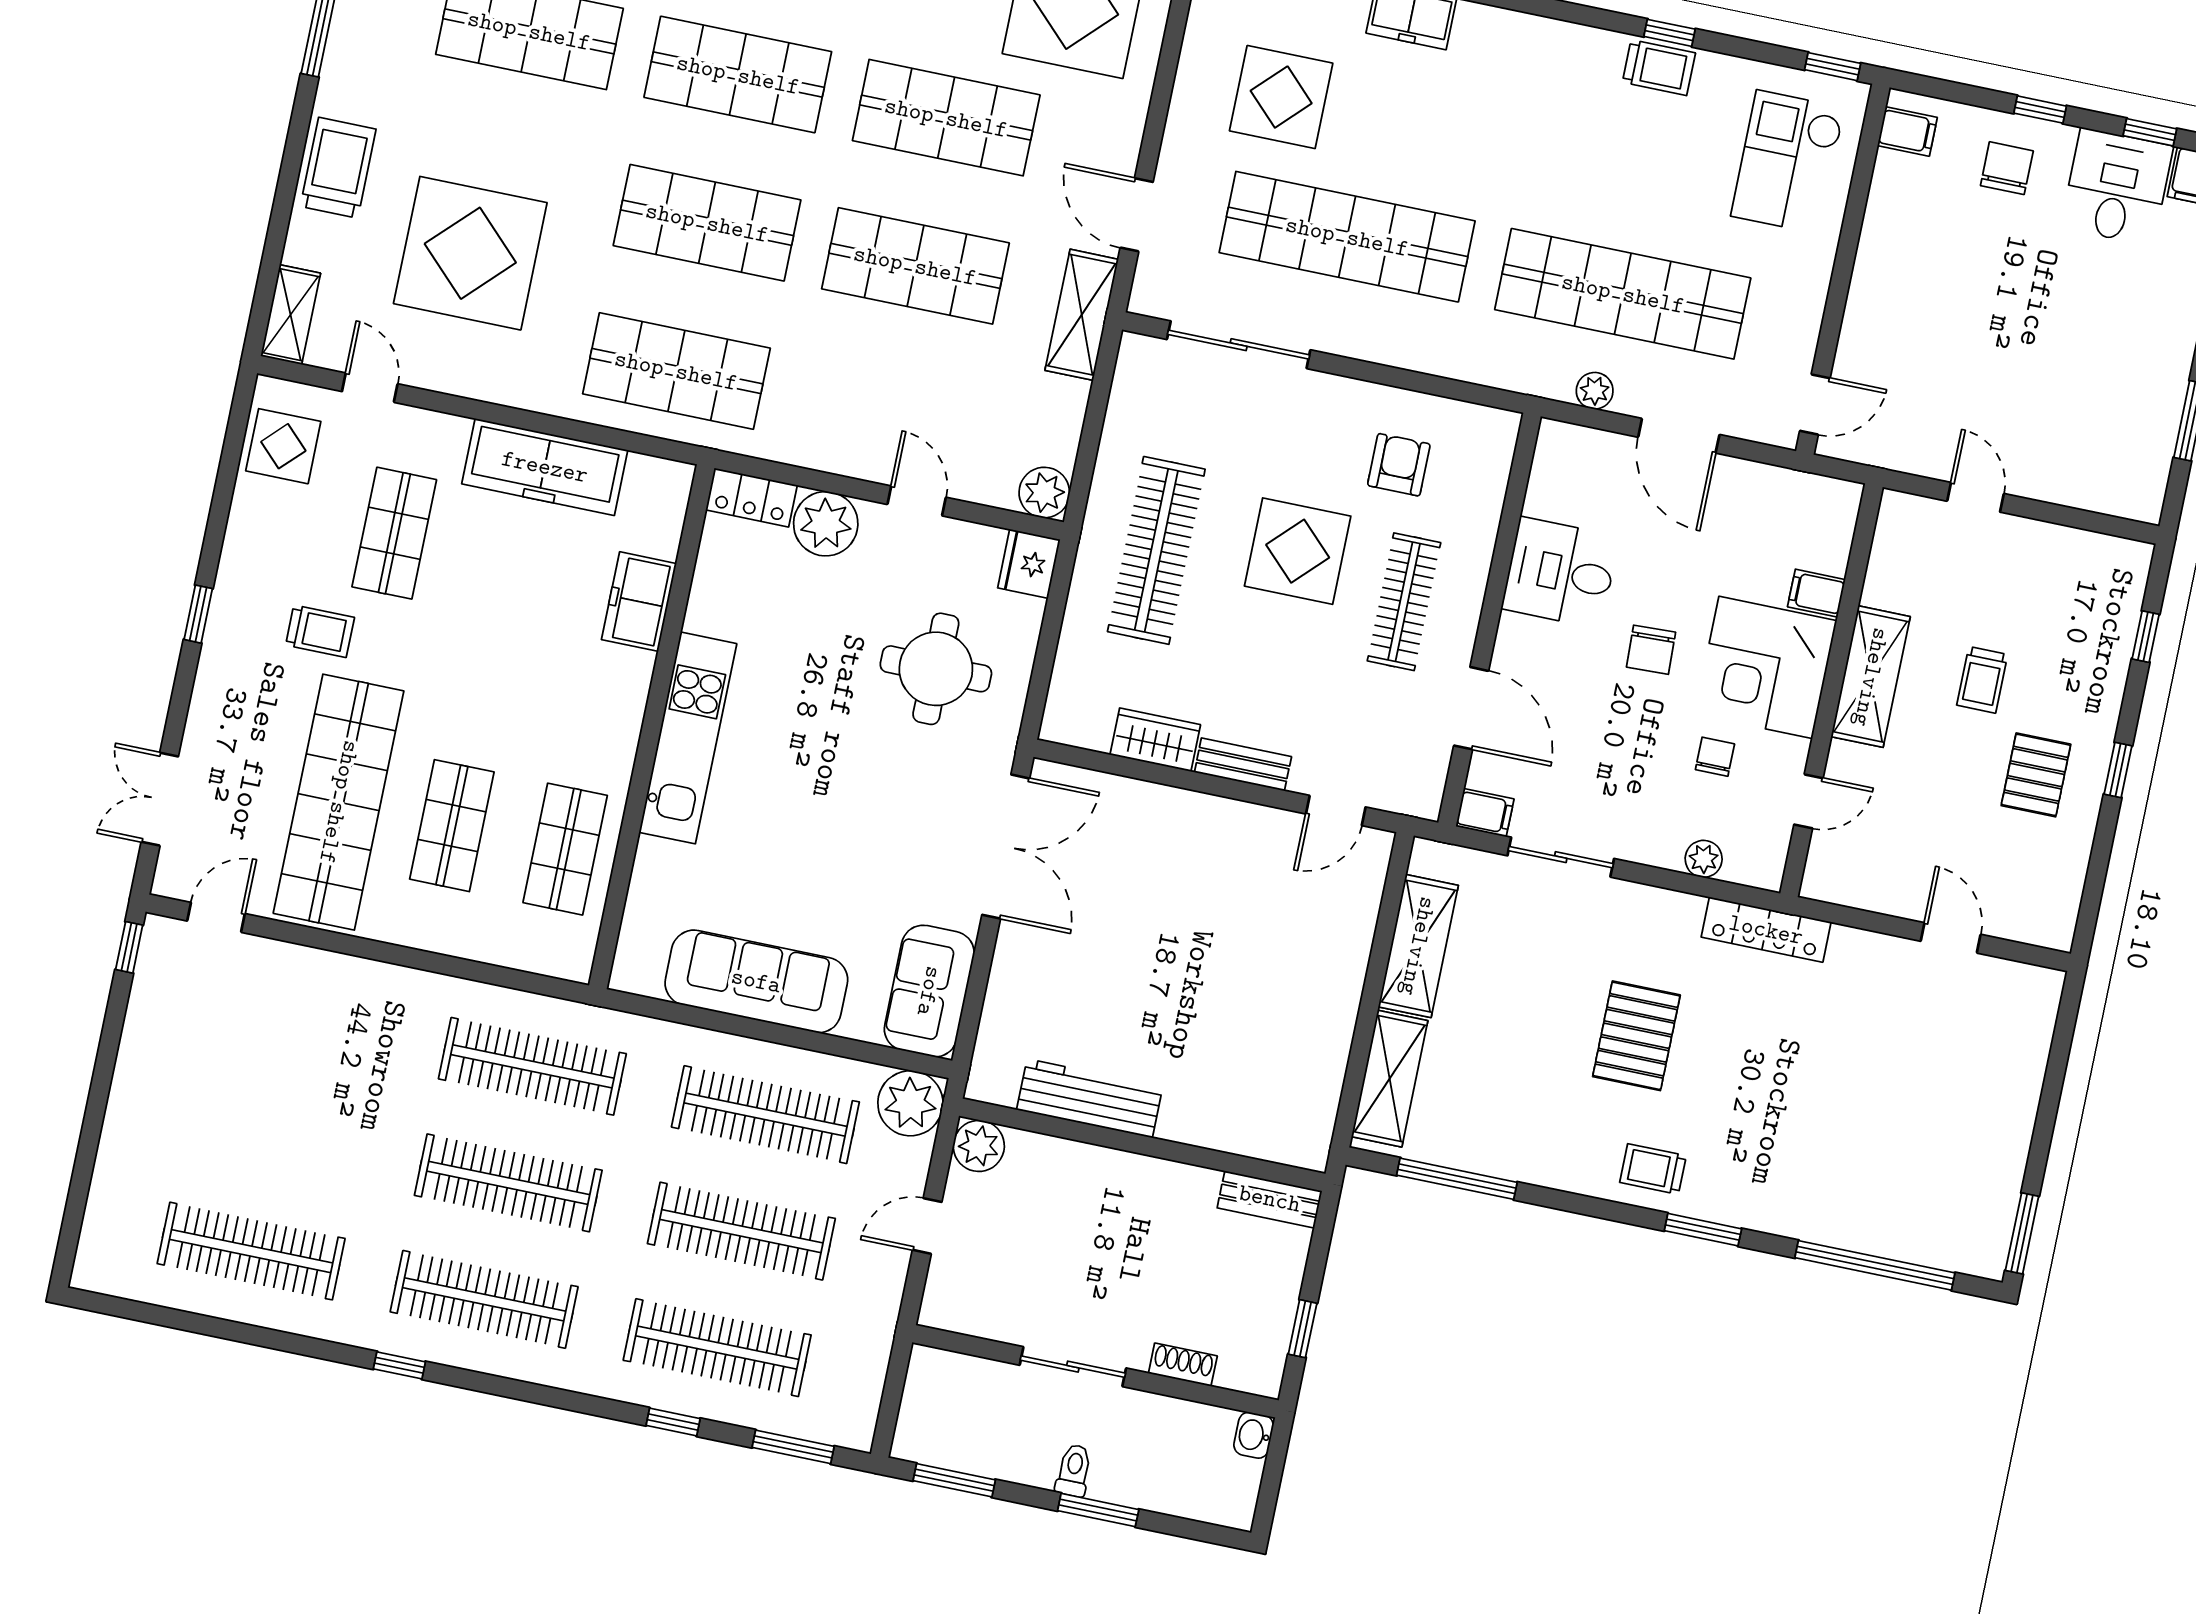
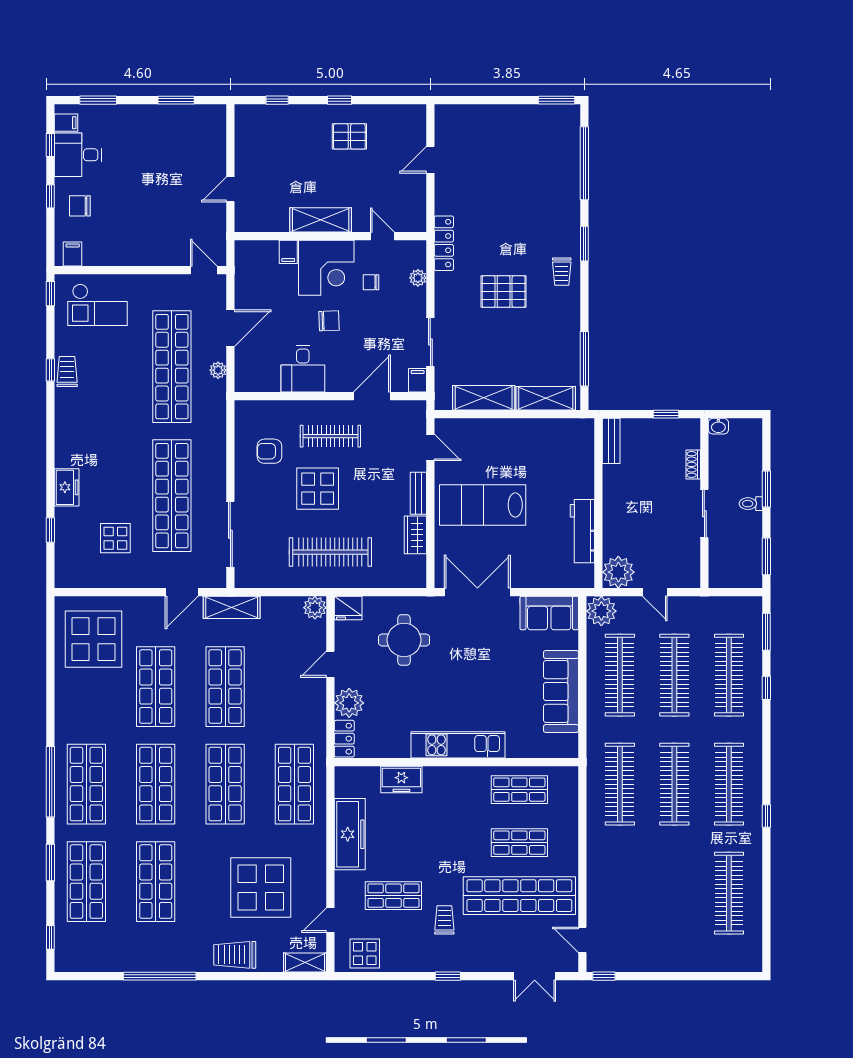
display table: (1281, 97) -> (115, 538), width x0.73, depth x0.73
trolley: (1982, 680) -> (312, 169), removed
lab bench: (1190, 897) -> (483, 505), added
plant: (979, 1146) -> (618, 572), width x1.36, depth x1.36

